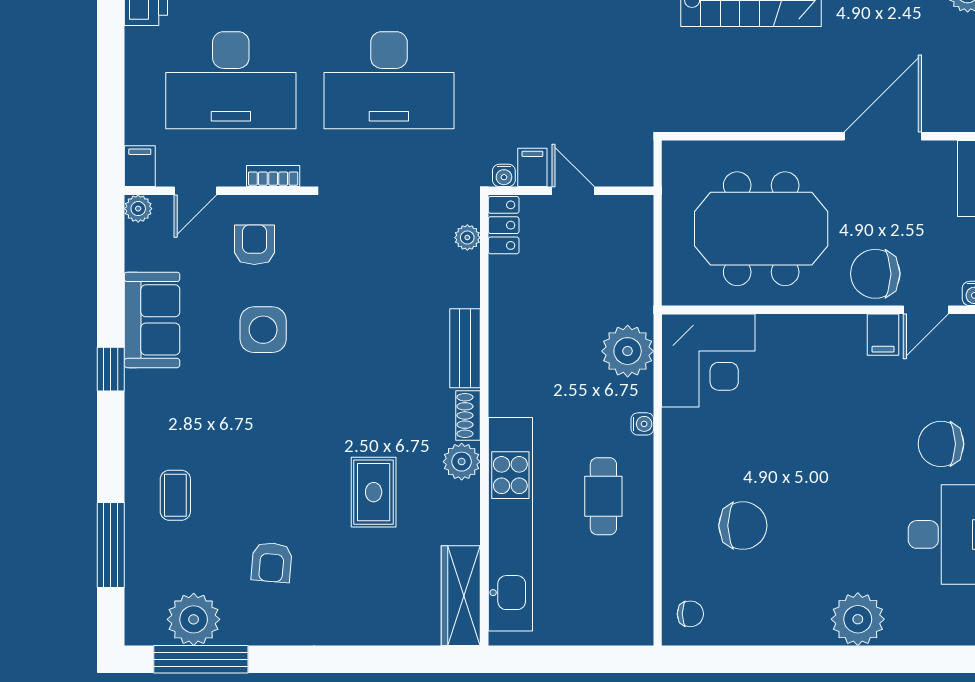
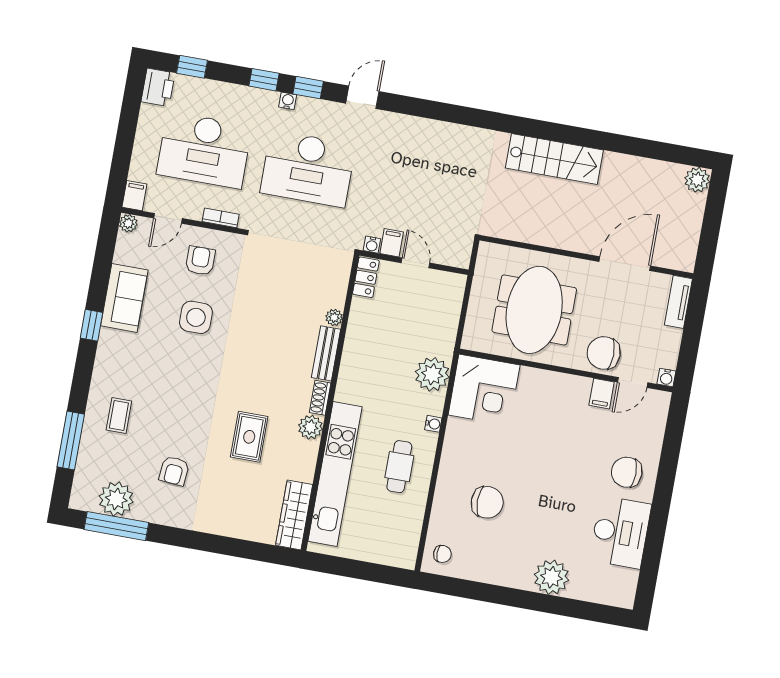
meeting table: (761, 229) -> (534, 310), turned 90
plant: (467, 238) -> (334, 317), moved

